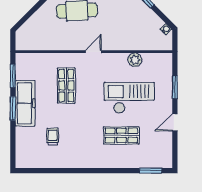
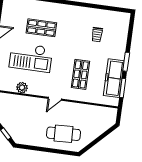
freezer: (25, 103) -> (114, 78), moved

